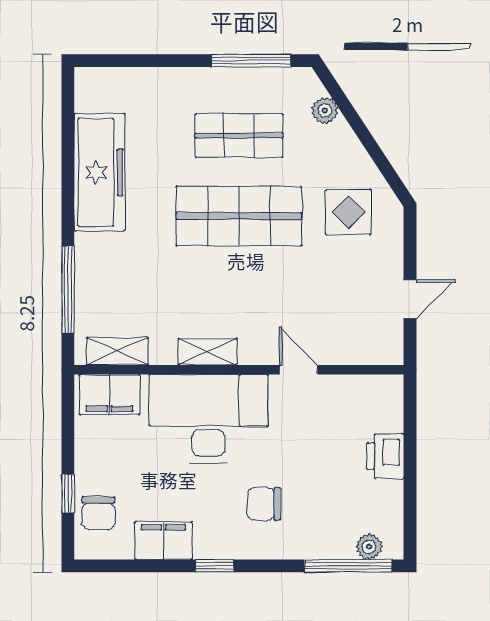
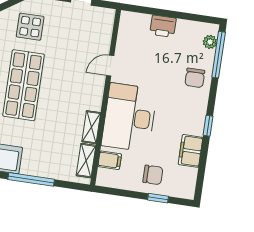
window: (68, 289) -> (31, 179), moved
shelving: (207, 352) -> (91, 127), moved
filing cabinet: (109, 395) -> (110, 160), width x0.50
chair: (264, 504) -> (195, 78), moved
chair: (98, 513) -> (153, 175), moved

